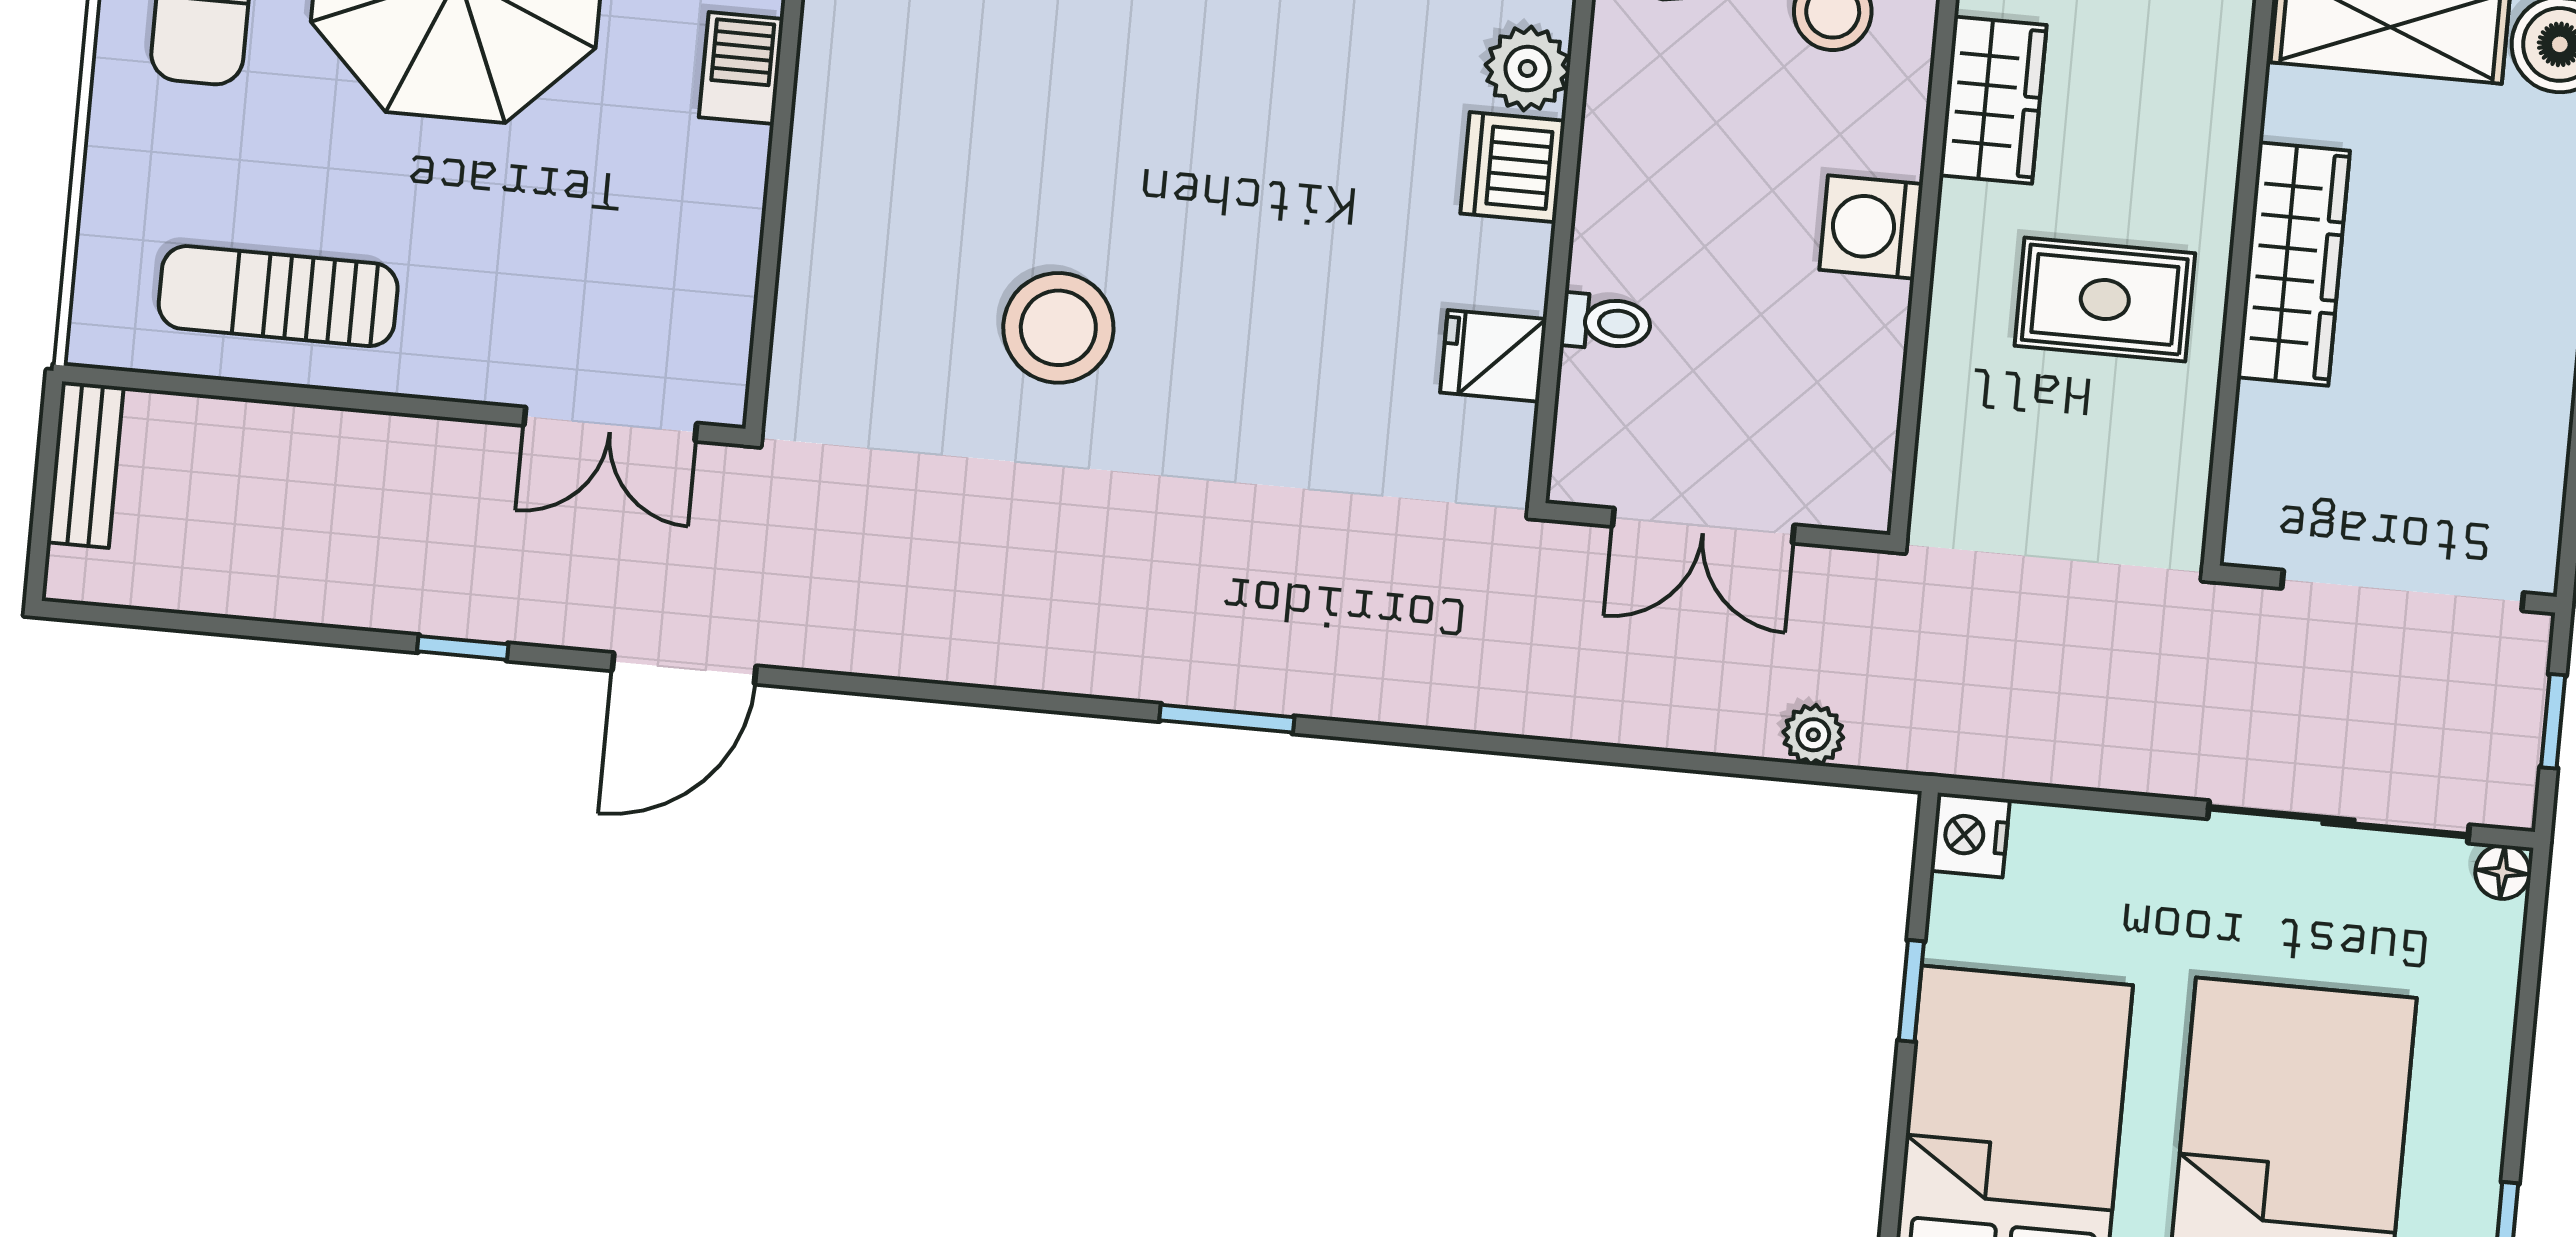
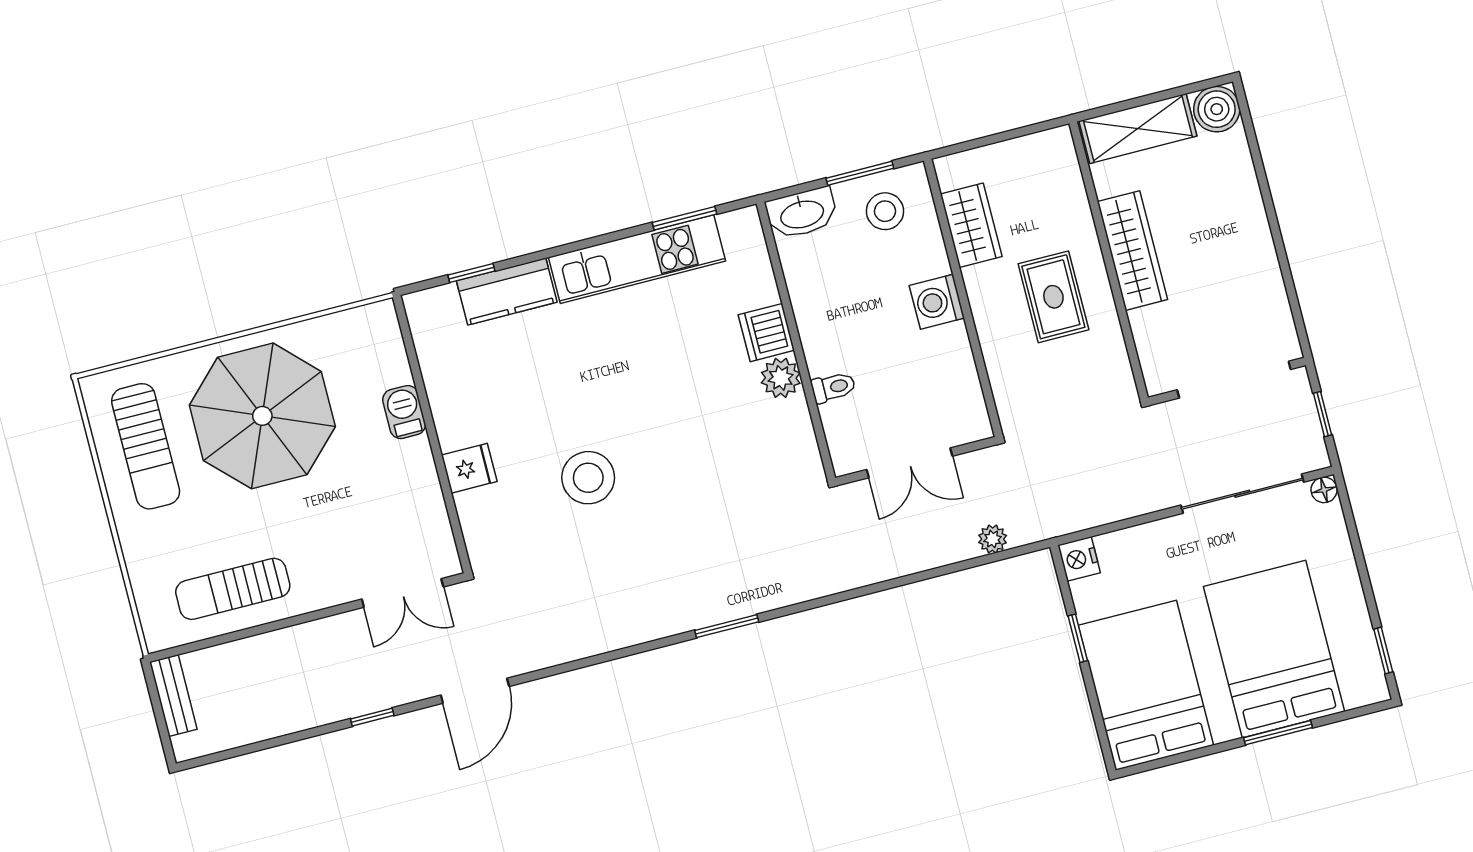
plant: (1527, 69) -> (781, 378), moved
rug: (2105, 300) -> (1053, 297), turned 90
fridge: (1493, 356) -> (469, 468), moved, turned 180

